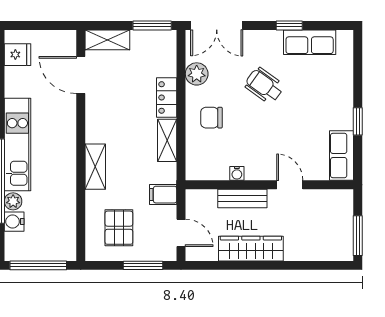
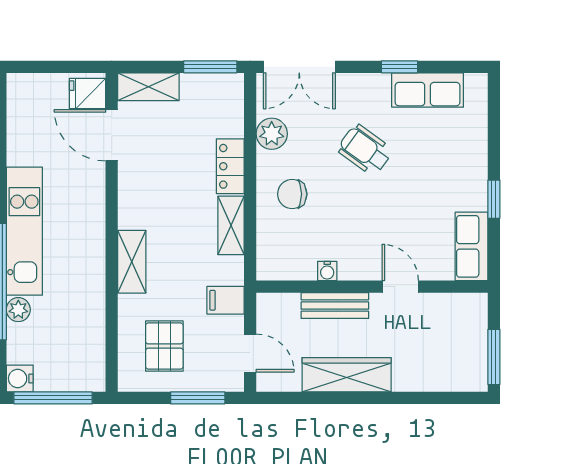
fridge: (17, 55) -> (88, 94), moved, turned 180
water cooler: (14, 222) -> (20, 378), moved

